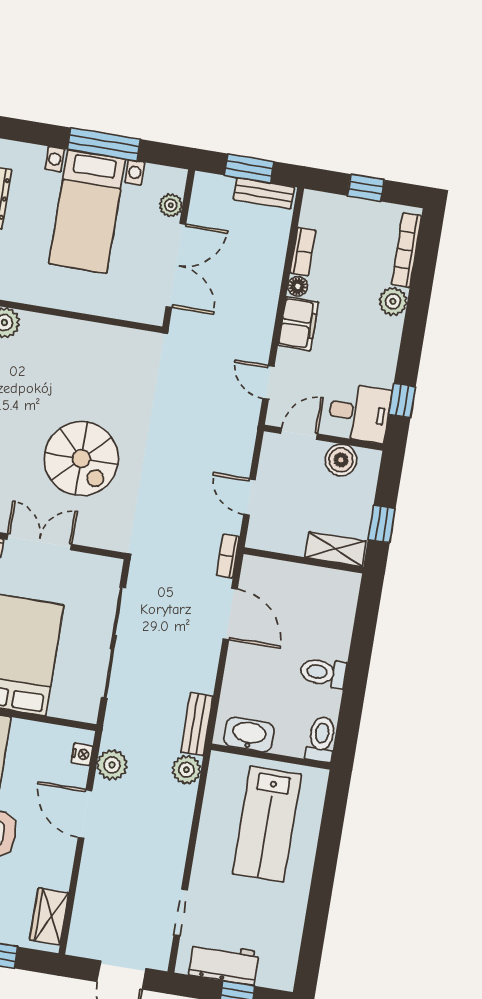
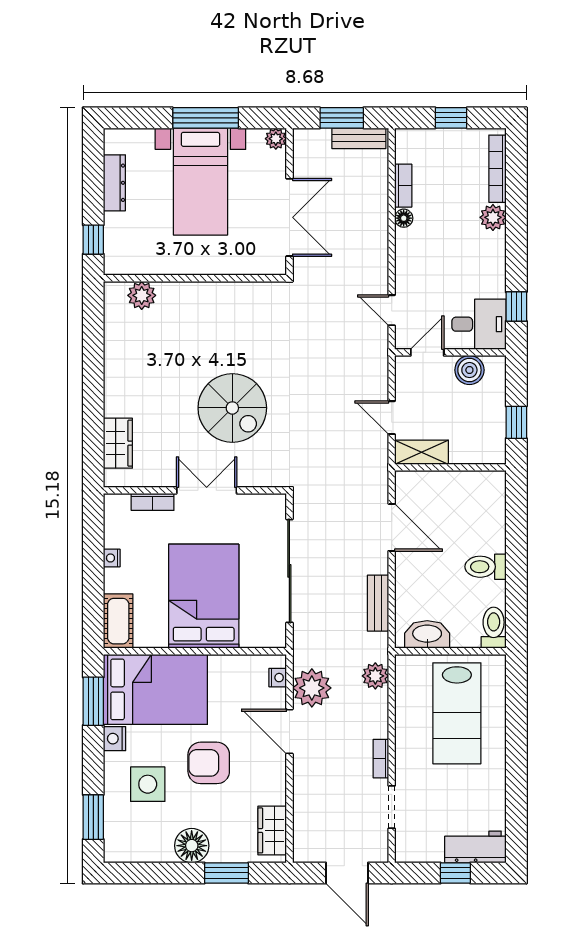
plant: (171, 205) -> (276, 139), moved
filing cabinet: (298, 324) -> (410, 252), removed
shelving: (336, 549) -> (422, 452), moved
bookcase: (228, 556) -> (381, 759), moved
bench: (197, 724) -> (378, 603), moved
plant: (112, 765) -> (312, 688), width x1.36, depth x1.36
workbench: (224, 963) -> (475, 847), moved

